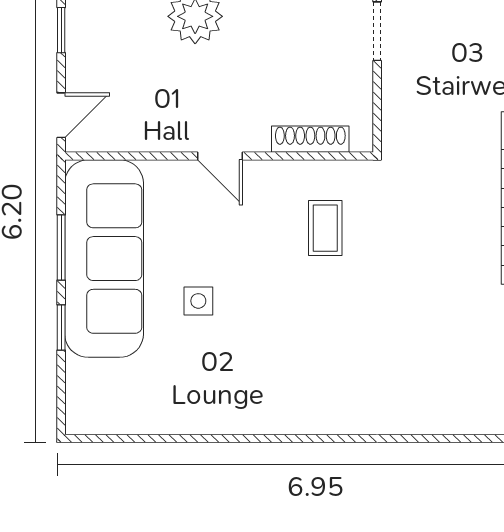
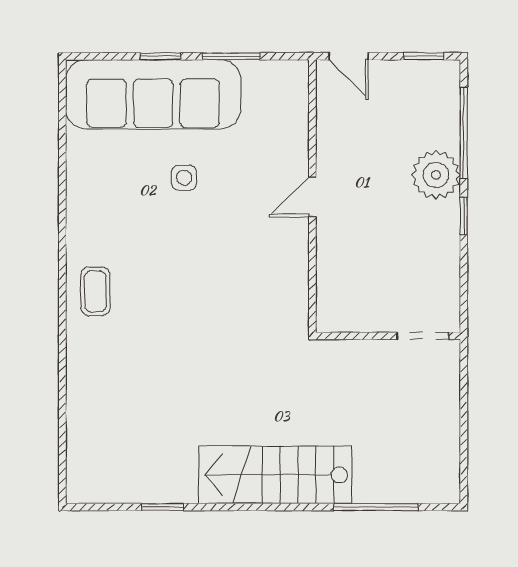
shoe rack: (310, 139) -> (327, 277), removed
coffee table: (325, 228) -> (95, 291), moved, turned 90
sofa: (104, 259) -> (153, 94), moved

